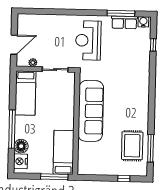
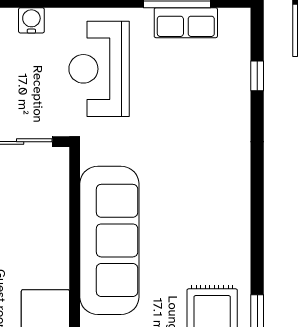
water cooler: (143, 22) -> (31, 20), moved

